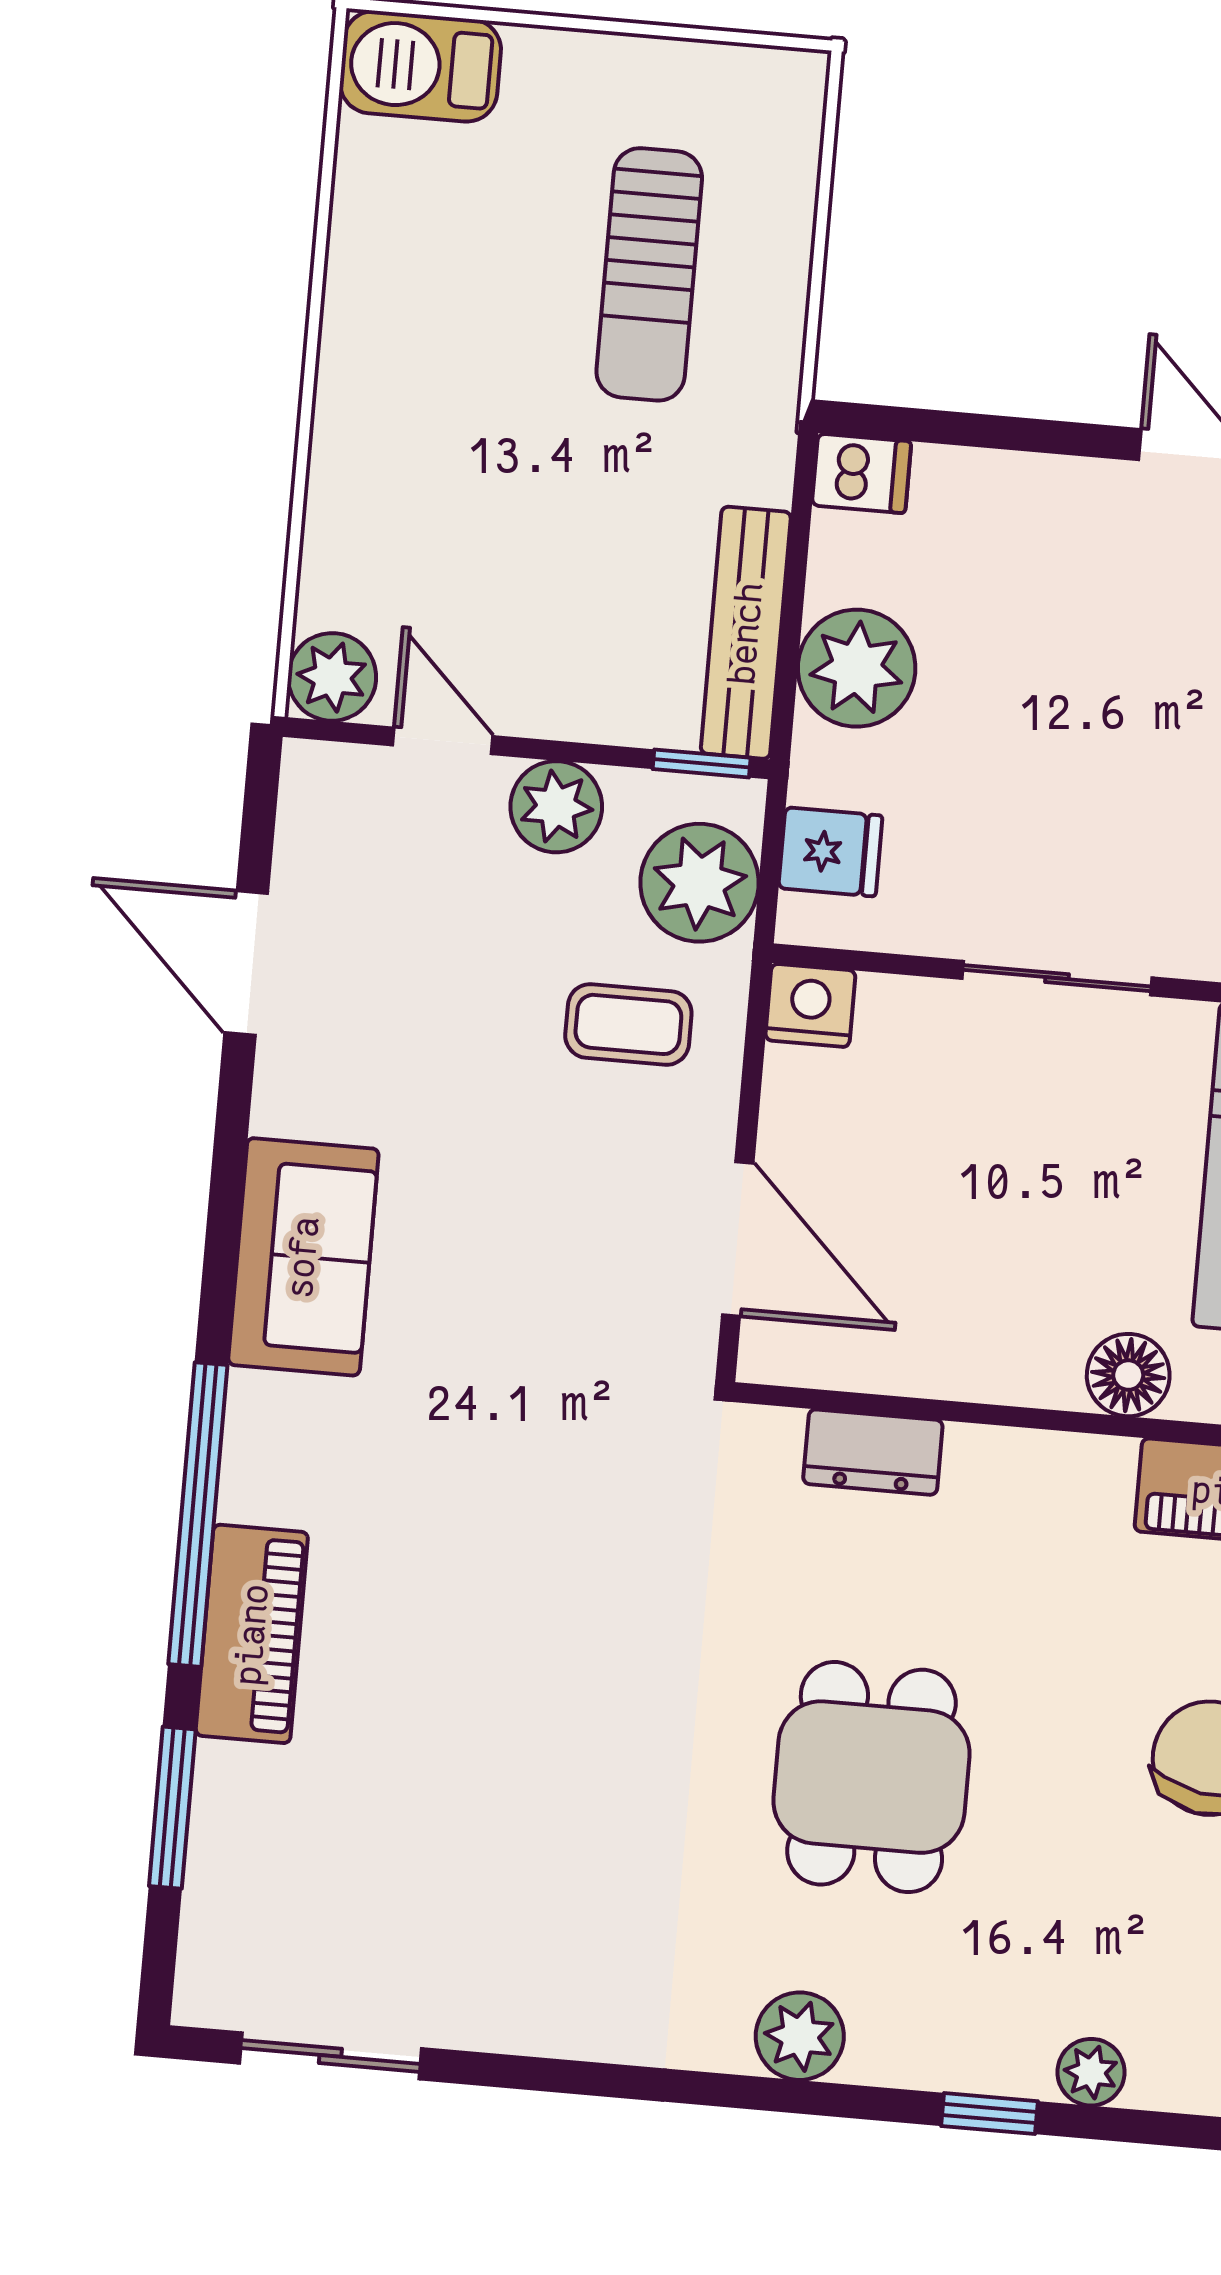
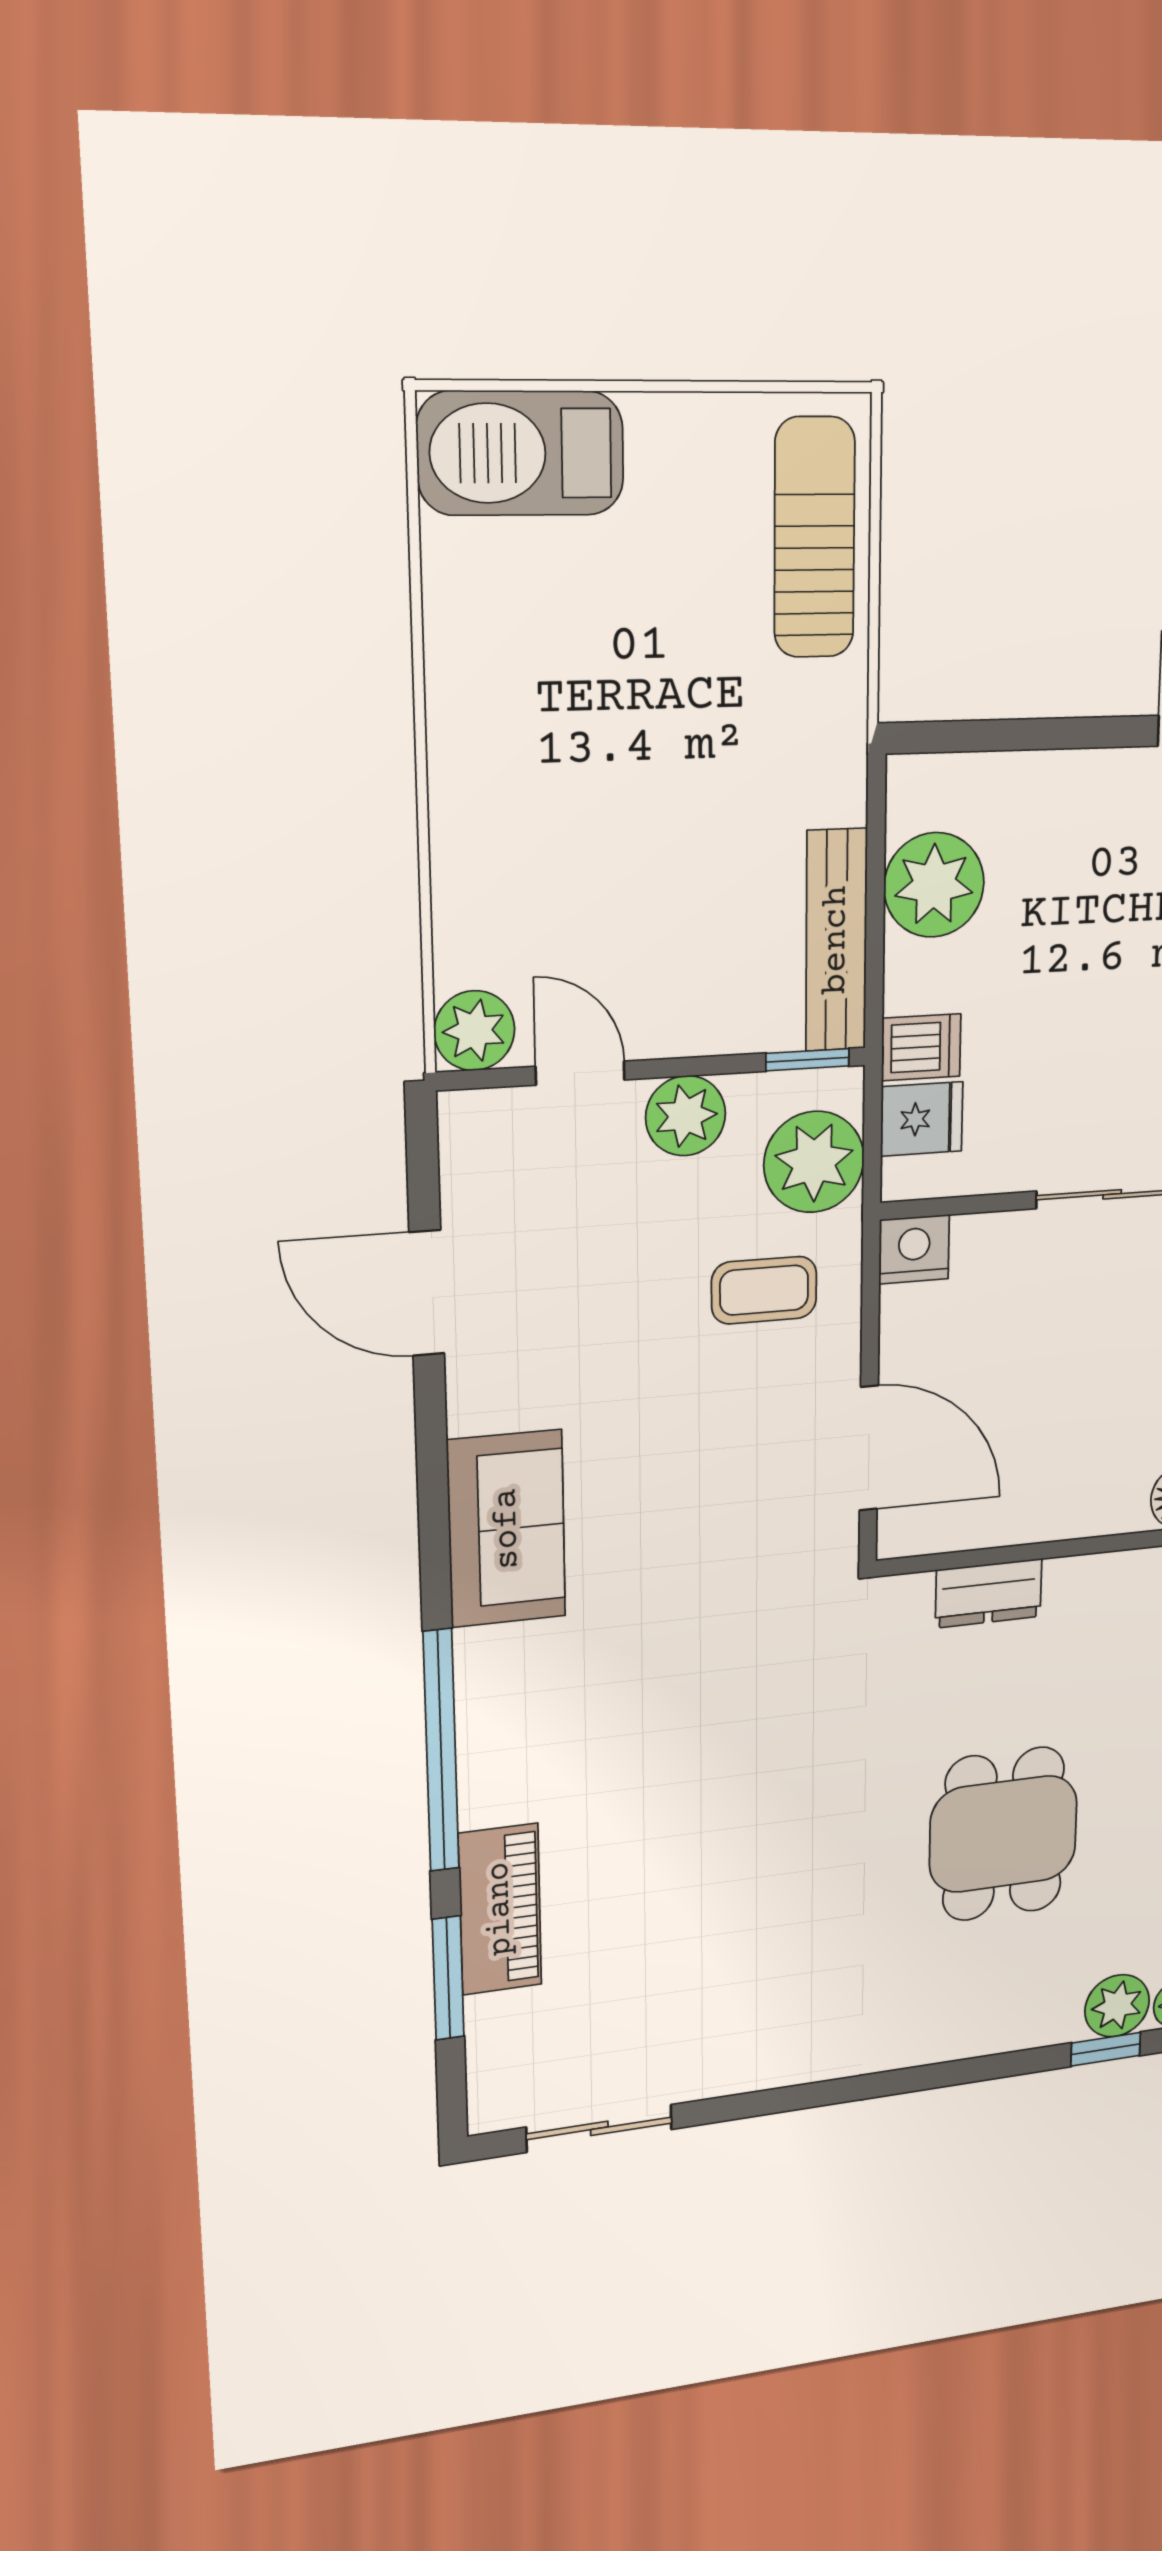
barbecue: (420, 66) -> (521, 453), width x1.37, depth x1.21
sun lounger: (649, 274) -> (814, 538), moved, turned 180
dishwasher: (862, 473) -> (921, 1047), moved
plant: (857, 668) -> (934, 885), moved
piano: (252, 1634) -> (500, 1909), moved
plant: (800, 2036) -> (1117, 2006), moved

